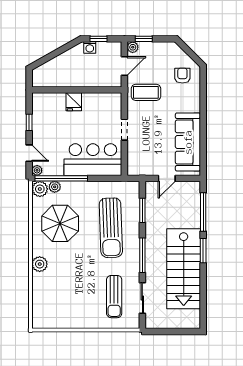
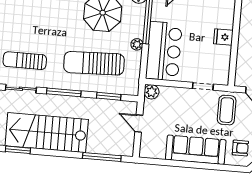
doorway: (124, 130) -> (203, 86), moved
sofa: (188, 142) -> (196, 150), moved
plant: (134, 168) -> (152, 92), added
plant: (55, 187) -> (137, 44), moved
window: (203, 251) -> (18, 150), moved

